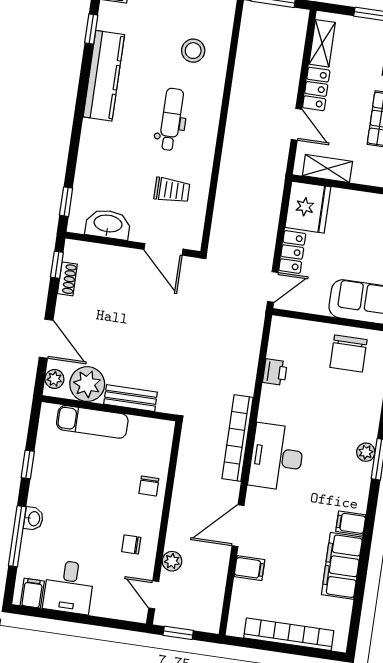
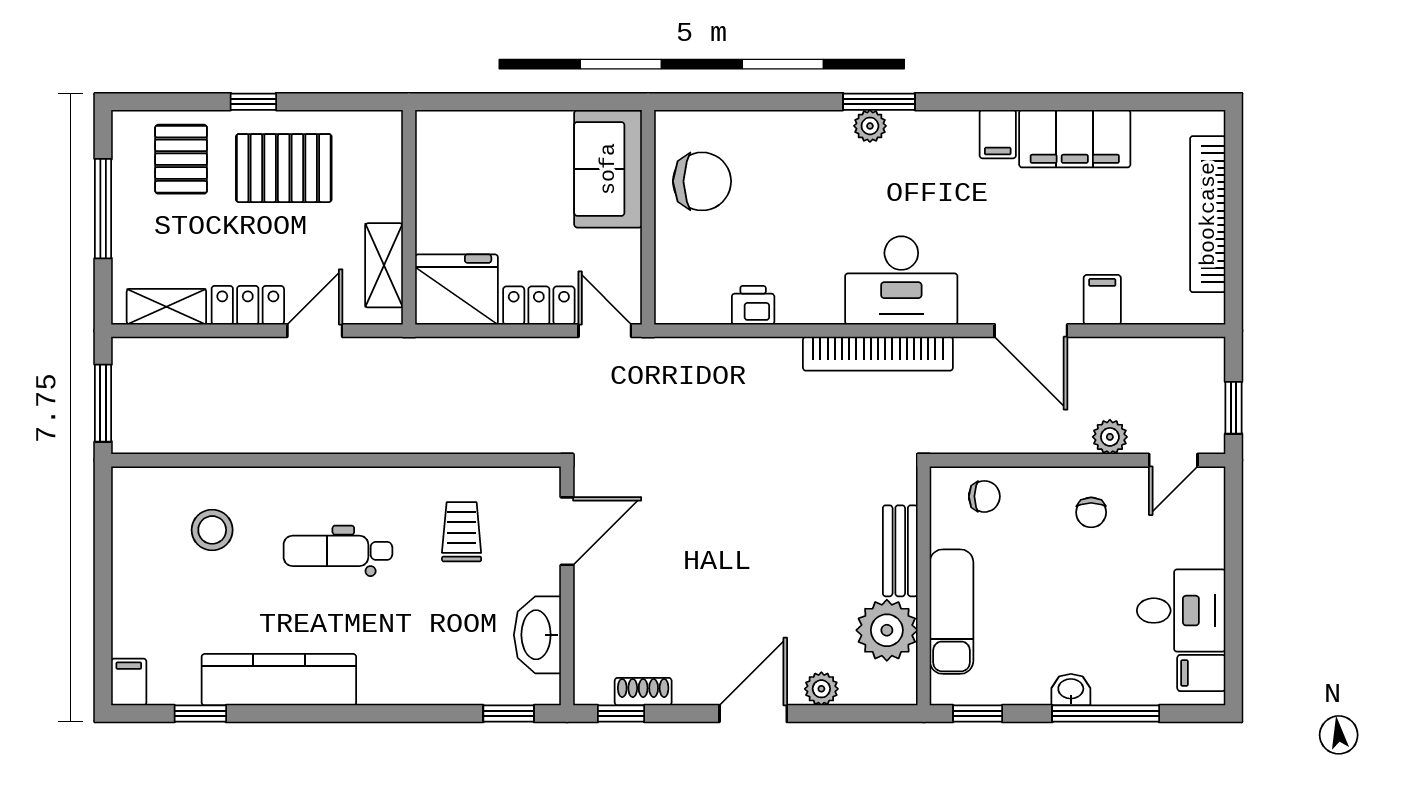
plant: (87, 384) -> (887, 630), moved
bench: (131, 398) -> (900, 551), moved
wall: (109, 408) -> (924, 586), moved
exam couch: (92, 422) -> (952, 612), moved

